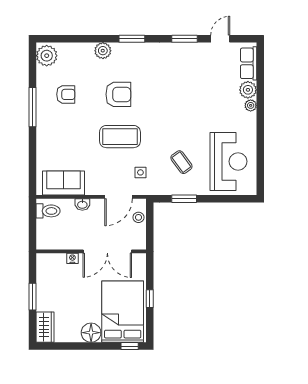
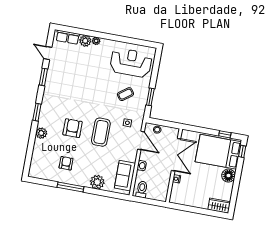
plant: (47, 56) -> (97, 182), moved
window: (32, 297) -> (197, 210), removed
window: (150, 299) -> (225, 134), moved

